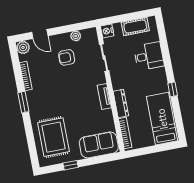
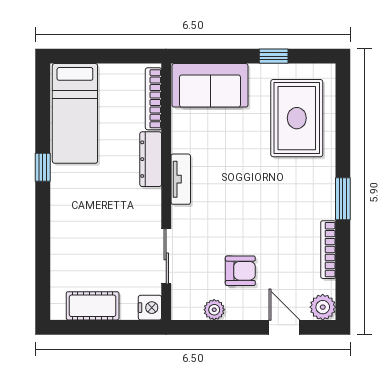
desk: (149, 56) -> (77, 242), removed

